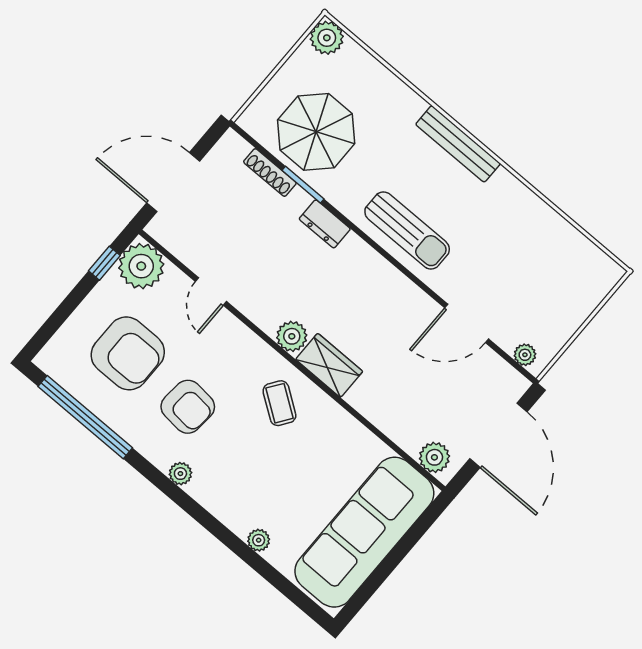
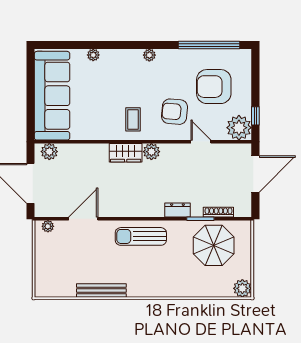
bench: (458, 144) -> (101, 290), moved
coffee table: (279, 403) -> (133, 119), turned 55
armchair: (188, 407) -> (175, 112), moved

